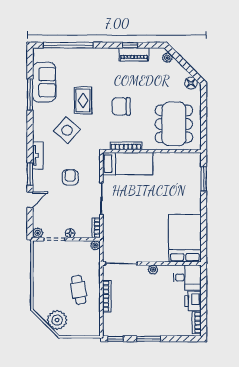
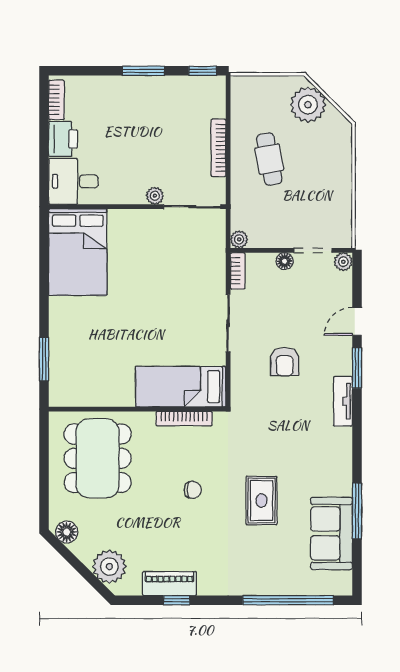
plant: (167, 58) -> (109, 567), width x1.88, depth x1.88
chair: (121, 106) -> (193, 490), width x0.54, depth x0.54
side table: (67, 130) -> (290, 447), removed
plant: (153, 270) -> (155, 196), moved

